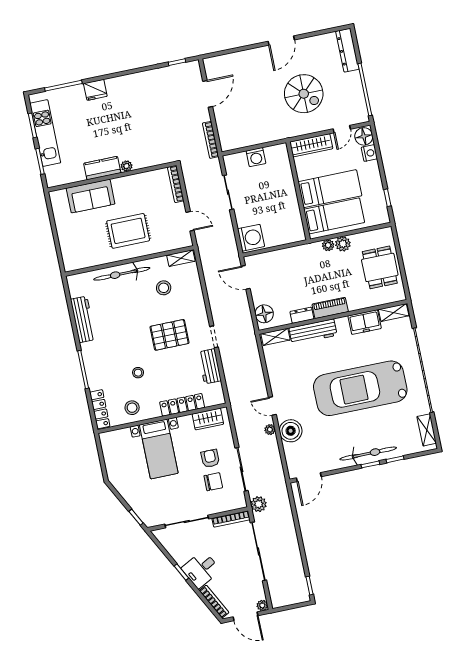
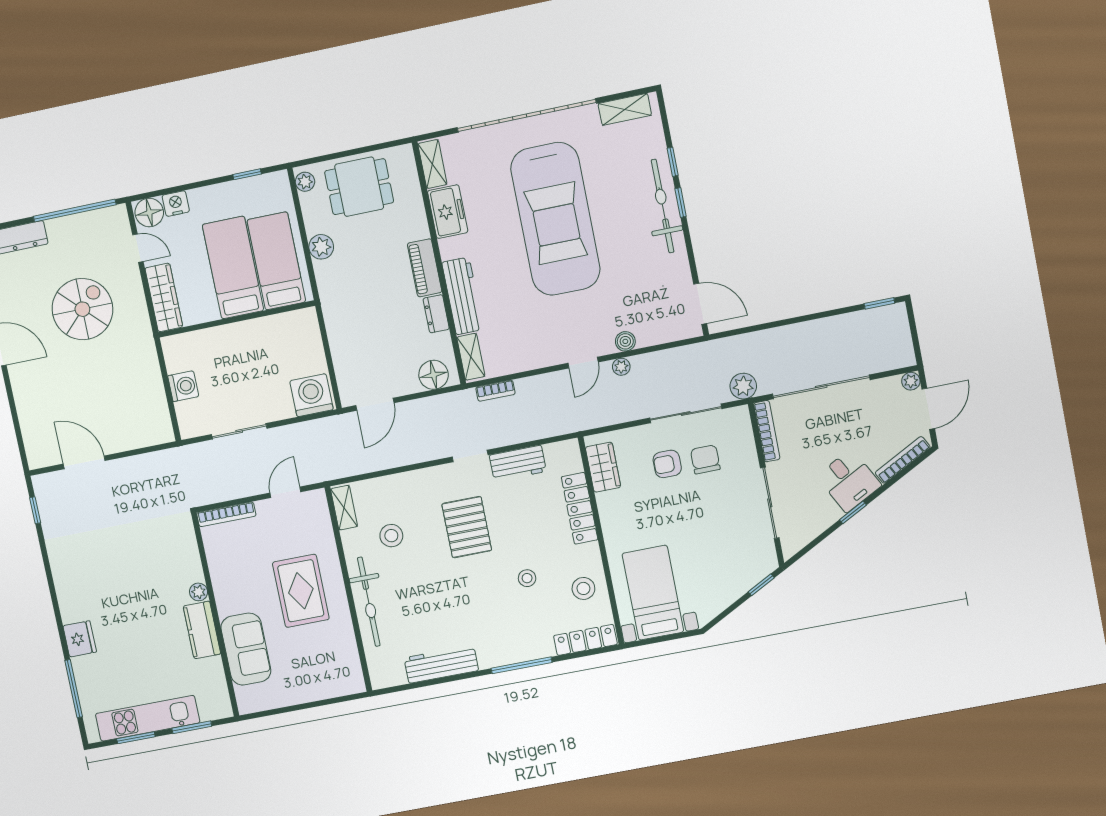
bookcase: (211, 140) -> (495, 391), moved, width x0.64
plant: (328, 245) -> (305, 182), moved
boiler: (291, 431) -> (625, 341), width x0.54, depth x0.54
bed with nightstands: (159, 449) -> (653, 593), moved, turned -90

